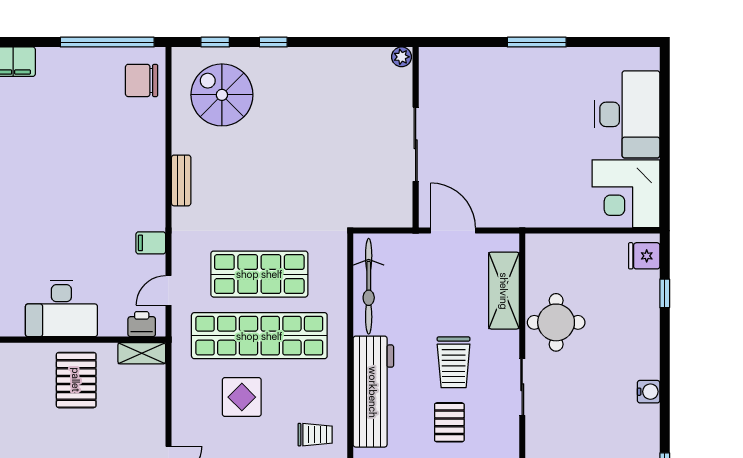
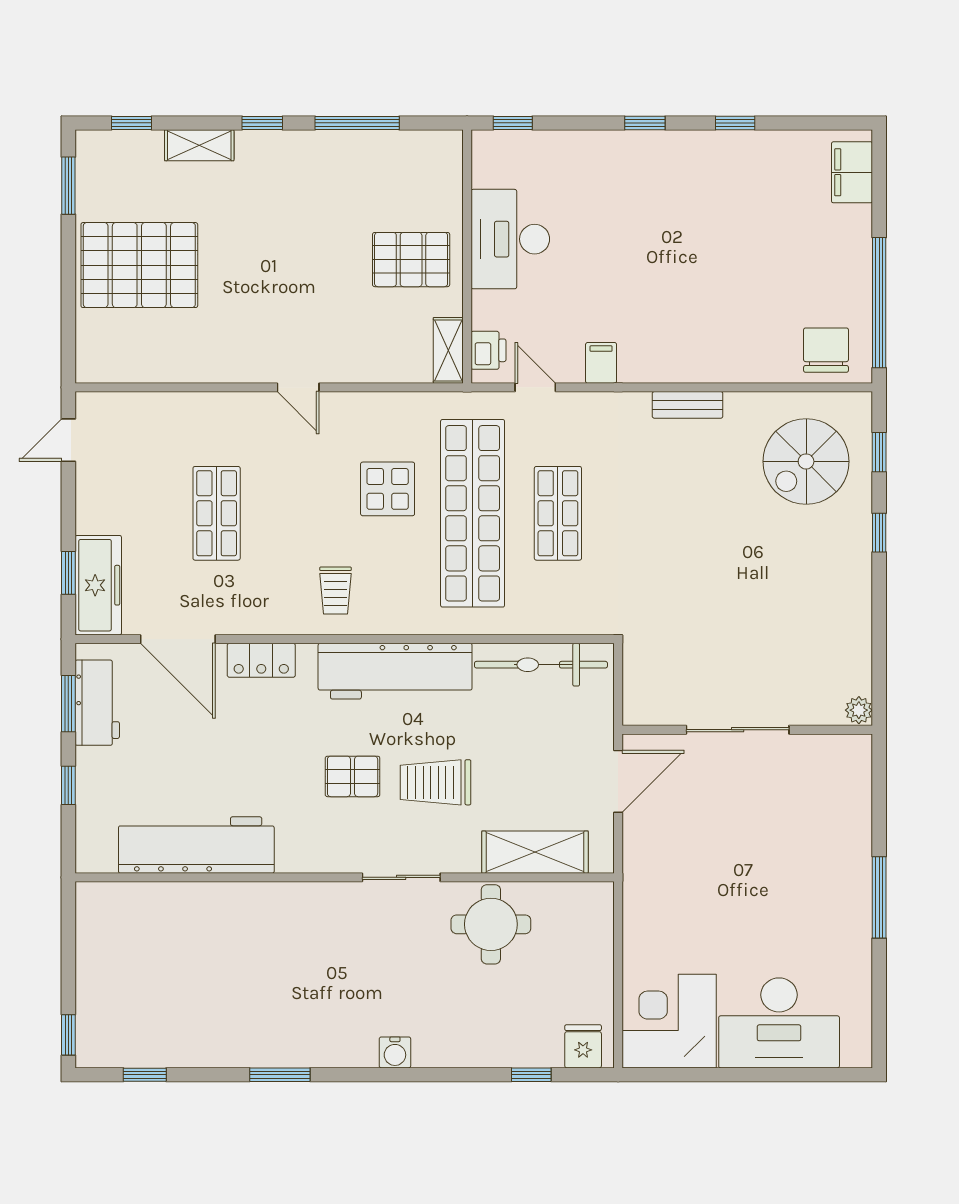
spiral stairs: (222, 95) -> (806, 461), turned 180
shop shelf: (259, 274) -> (558, 513), width x0.70, depth x0.74

